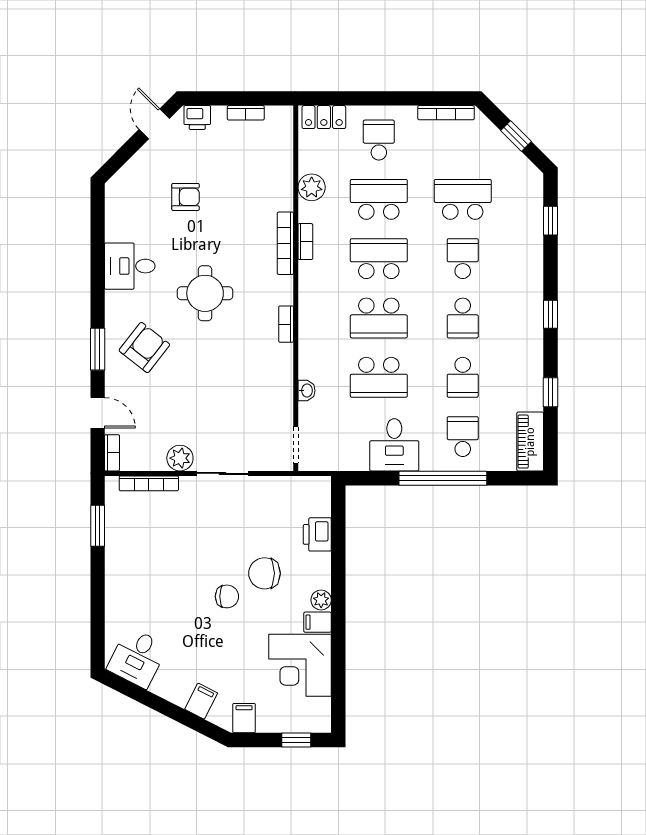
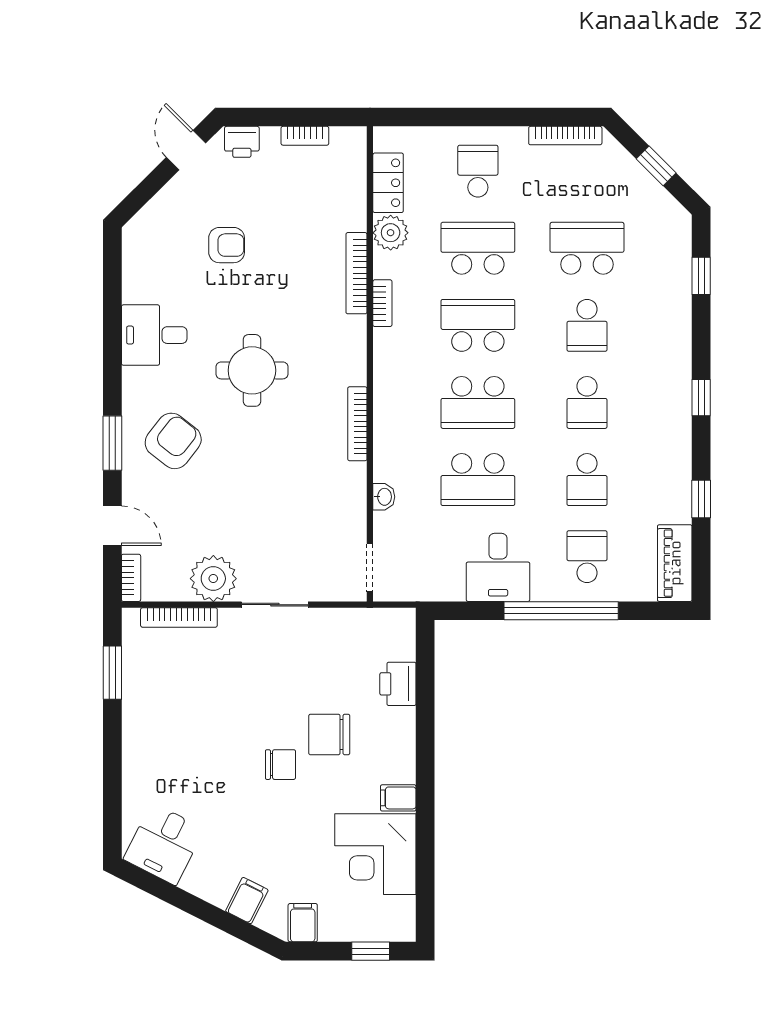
locker: (324, 117) -> (388, 183), moved, turned -90
bookcase: (285, 243) -> (356, 273), moved
school desk: (463, 259) -> (587, 325), turned 180
bookcase: (286, 324) -> (357, 424), width x1.56
plant: (180, 458) -> (213, 579), width x1.36, depth x1.36
plant: (321, 600) -> (403, 769), removed

